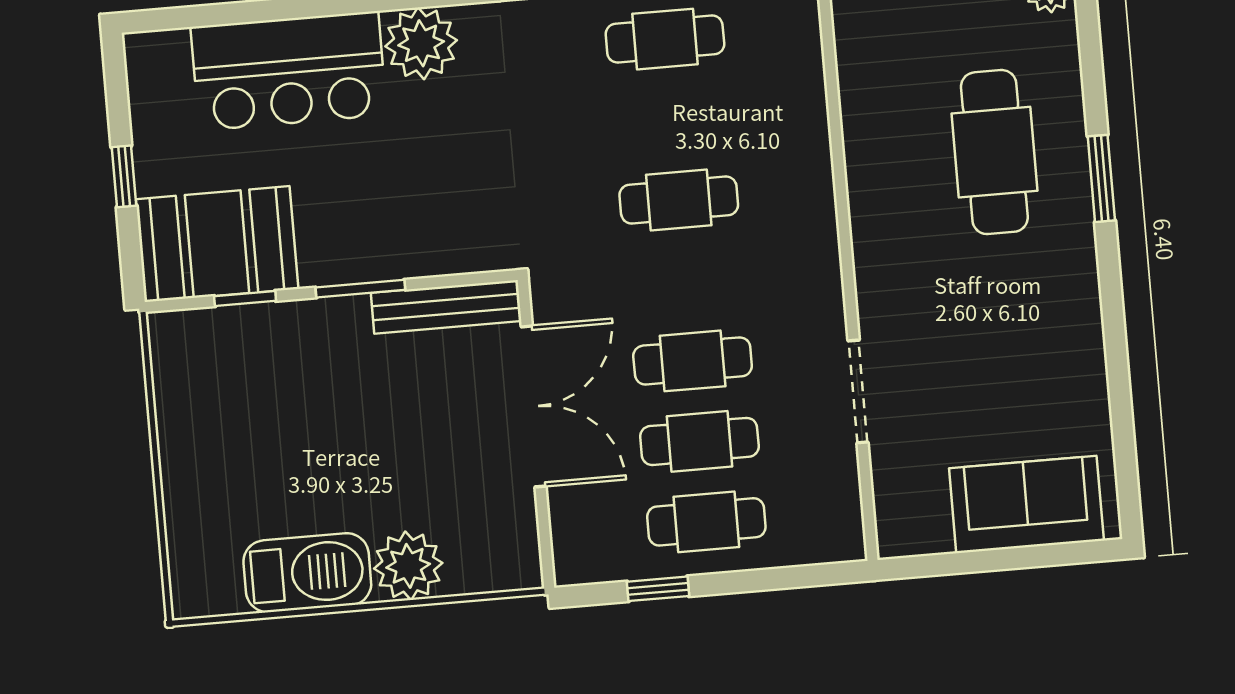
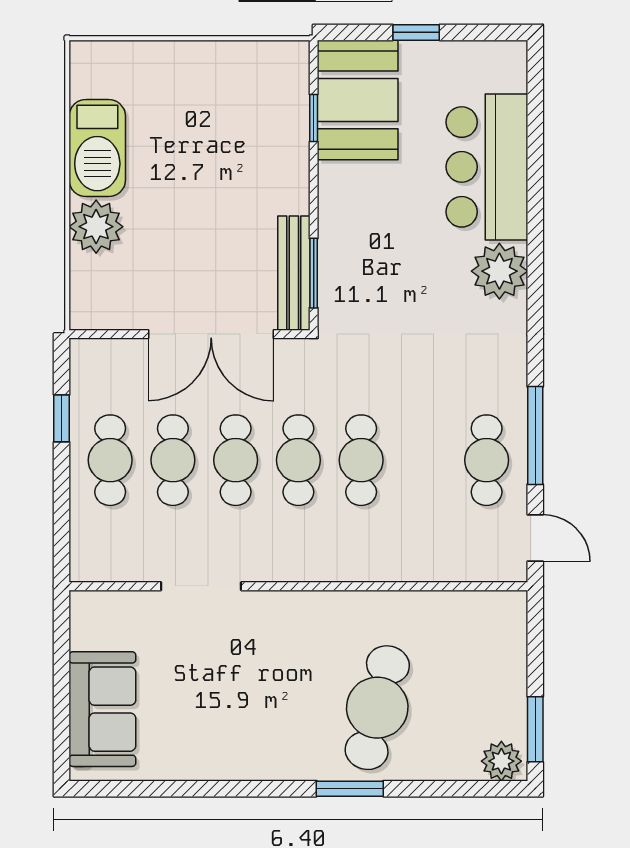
cafe table: (994, 152) -> (377, 708), turned -76
cafe table: (686, 280) -> (298, 460), added
window: (360, 289) -> (314, 273), moved

